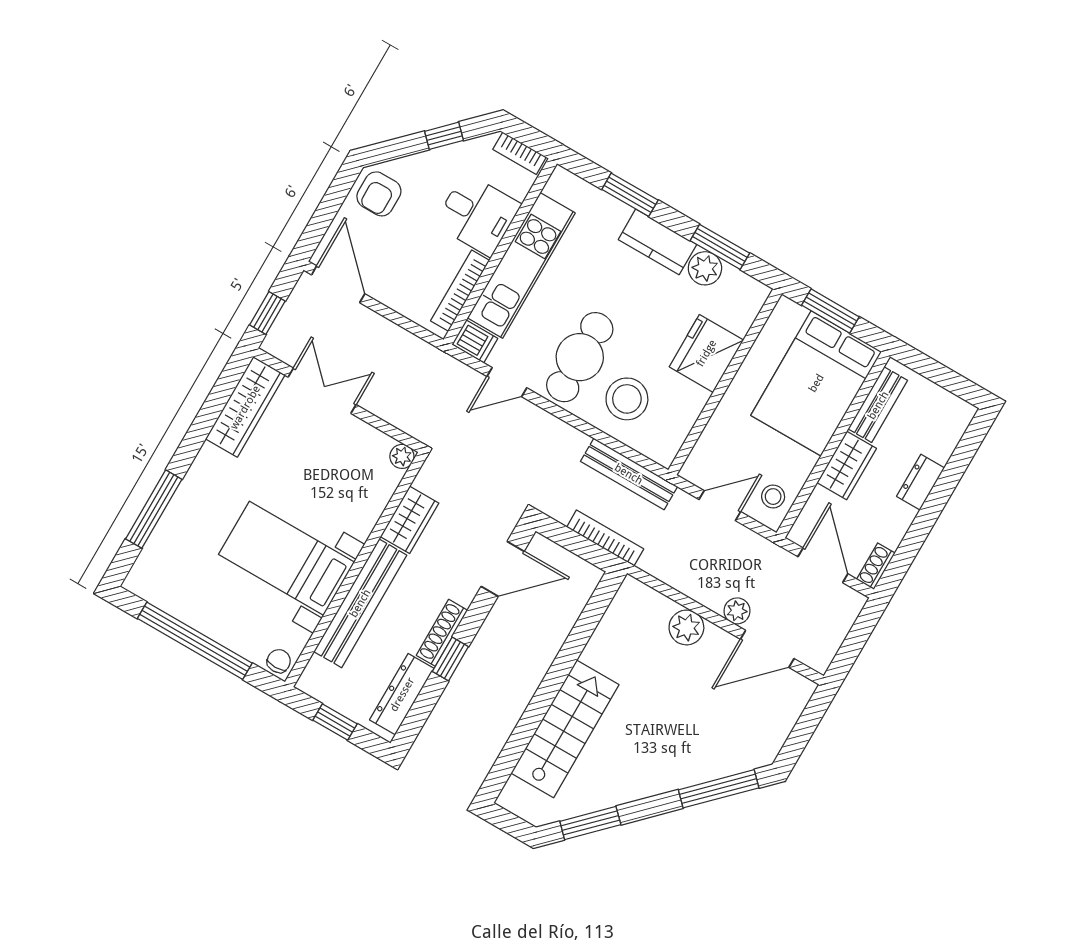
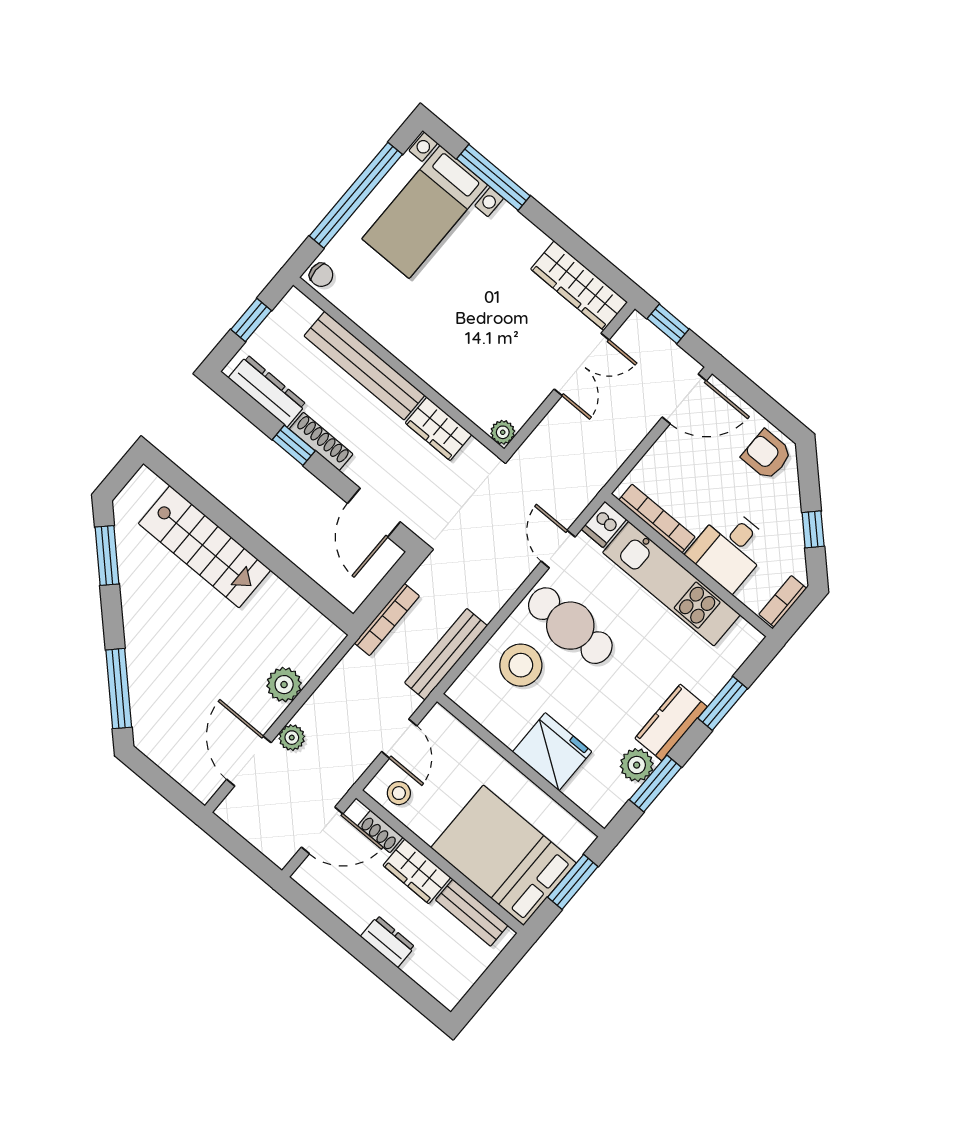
bed with nightstands: (286, 558) -> (425, 212), moved, turned 180
shoe rack: (876, 566) -> (380, 831), moved, turned 180

